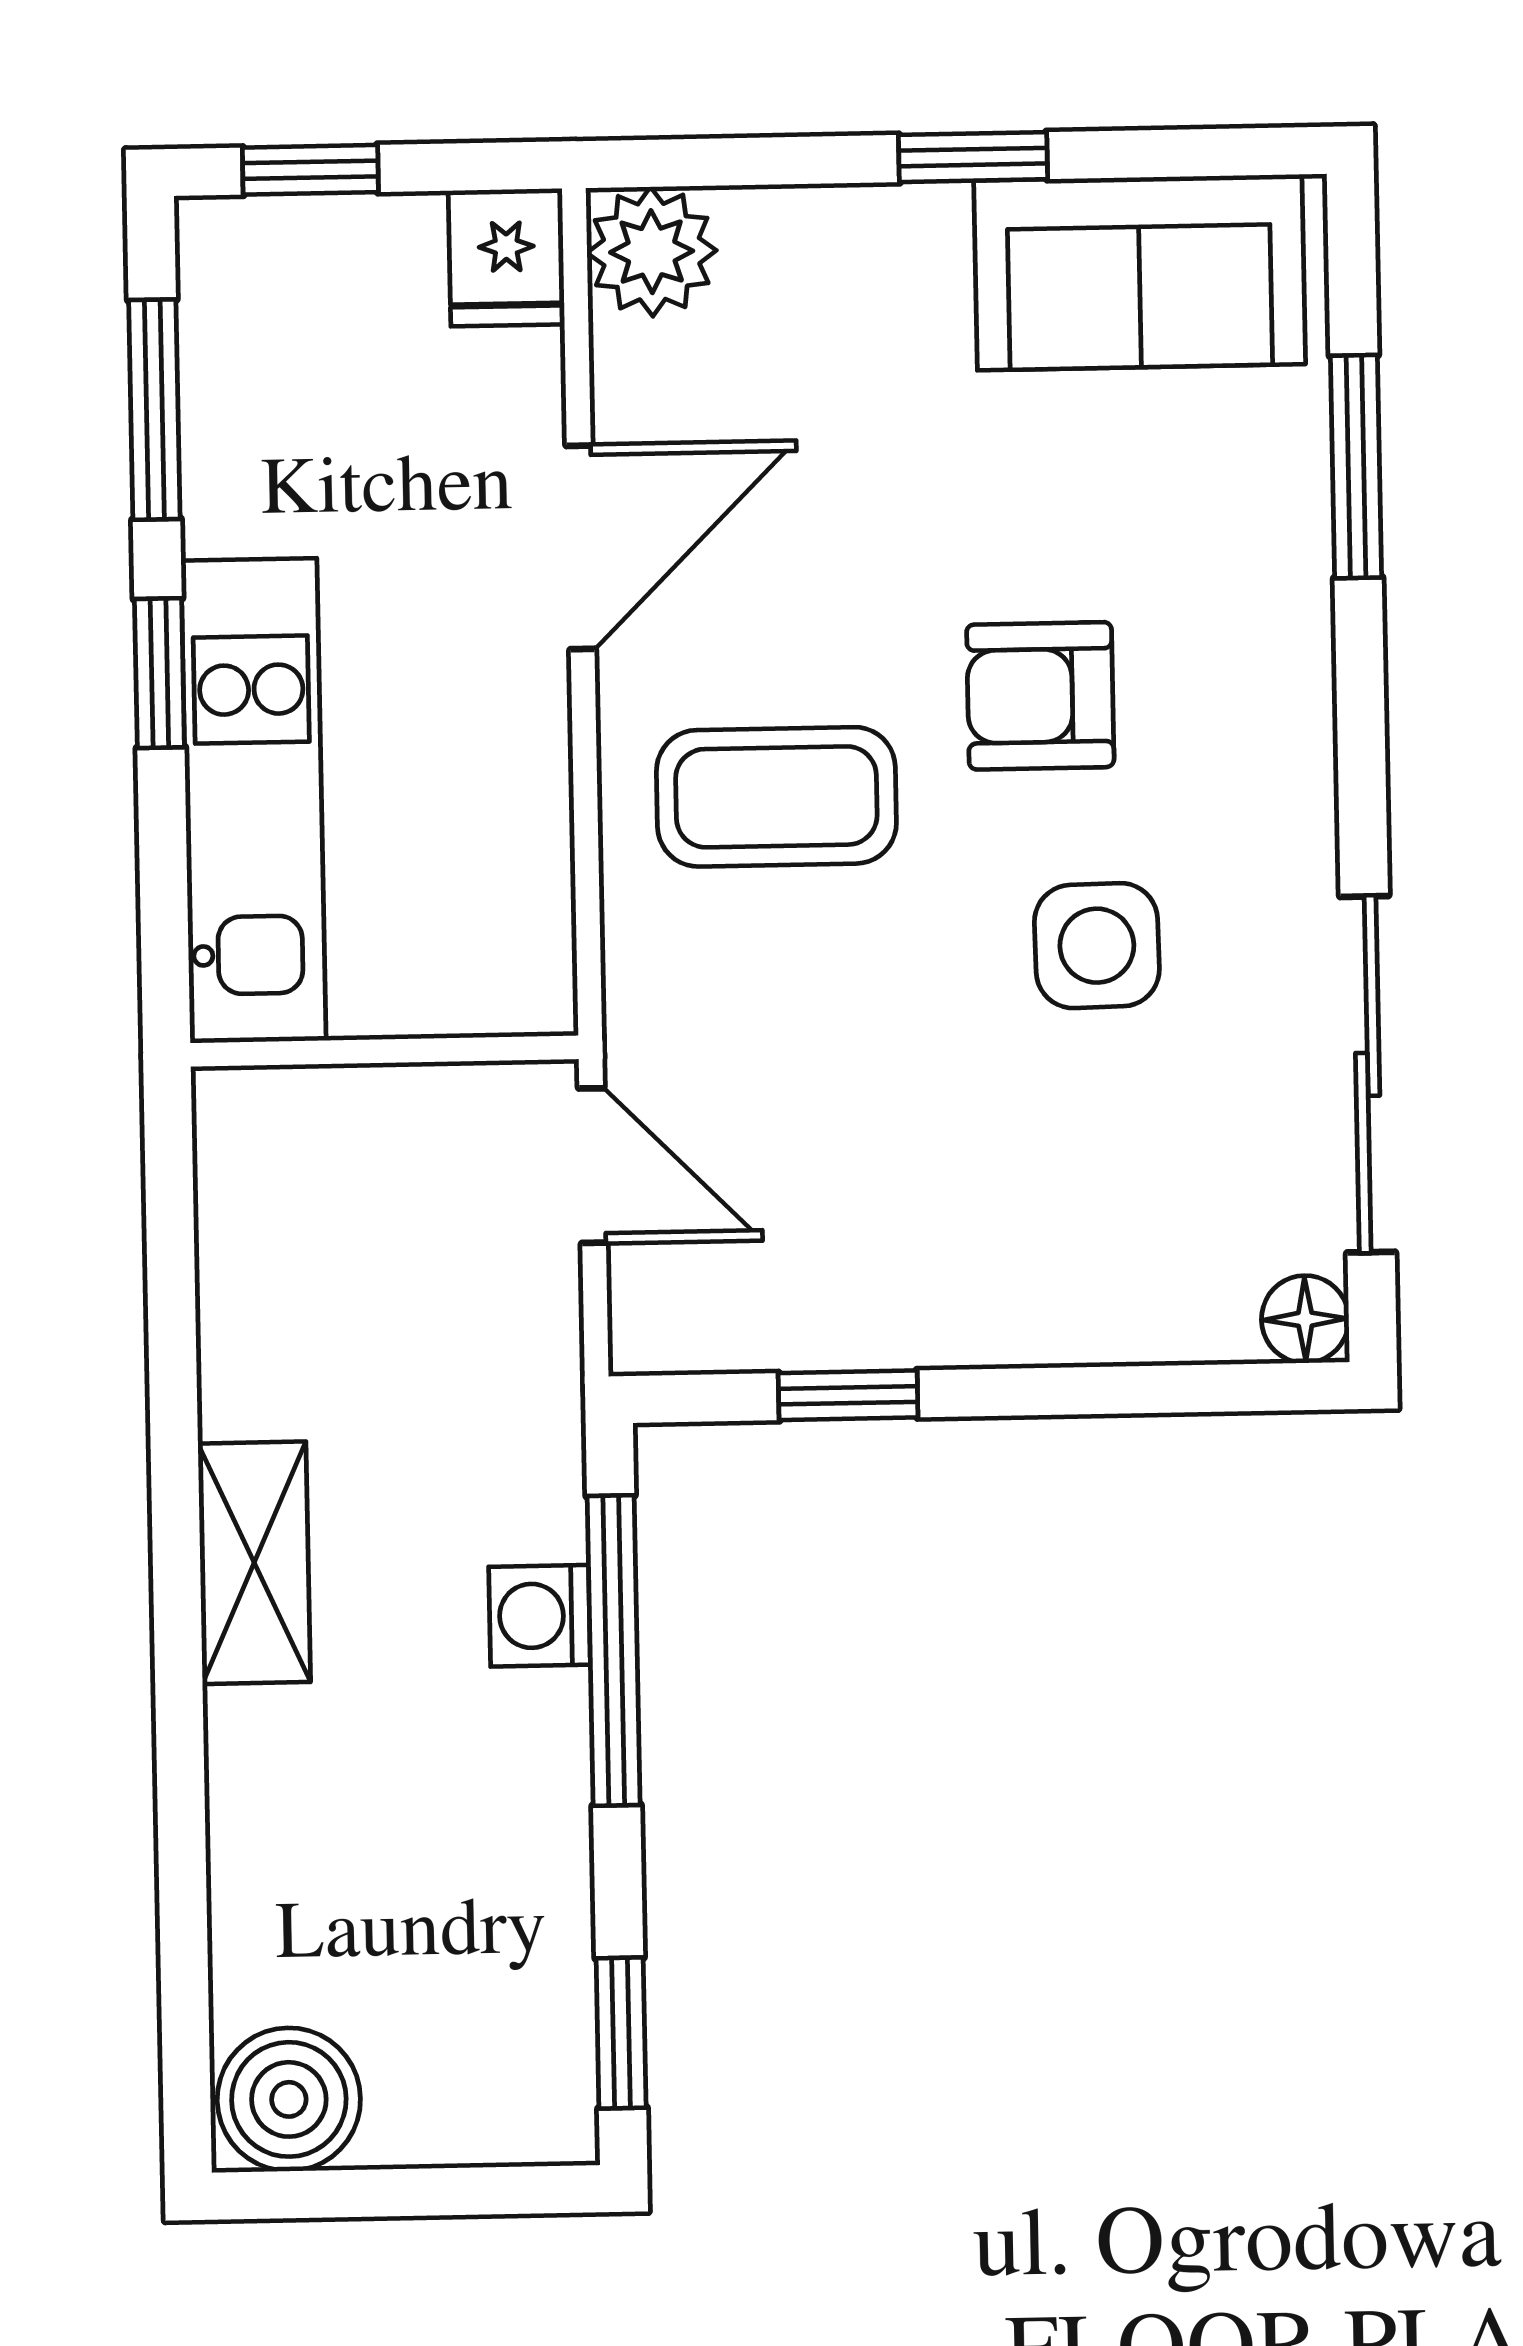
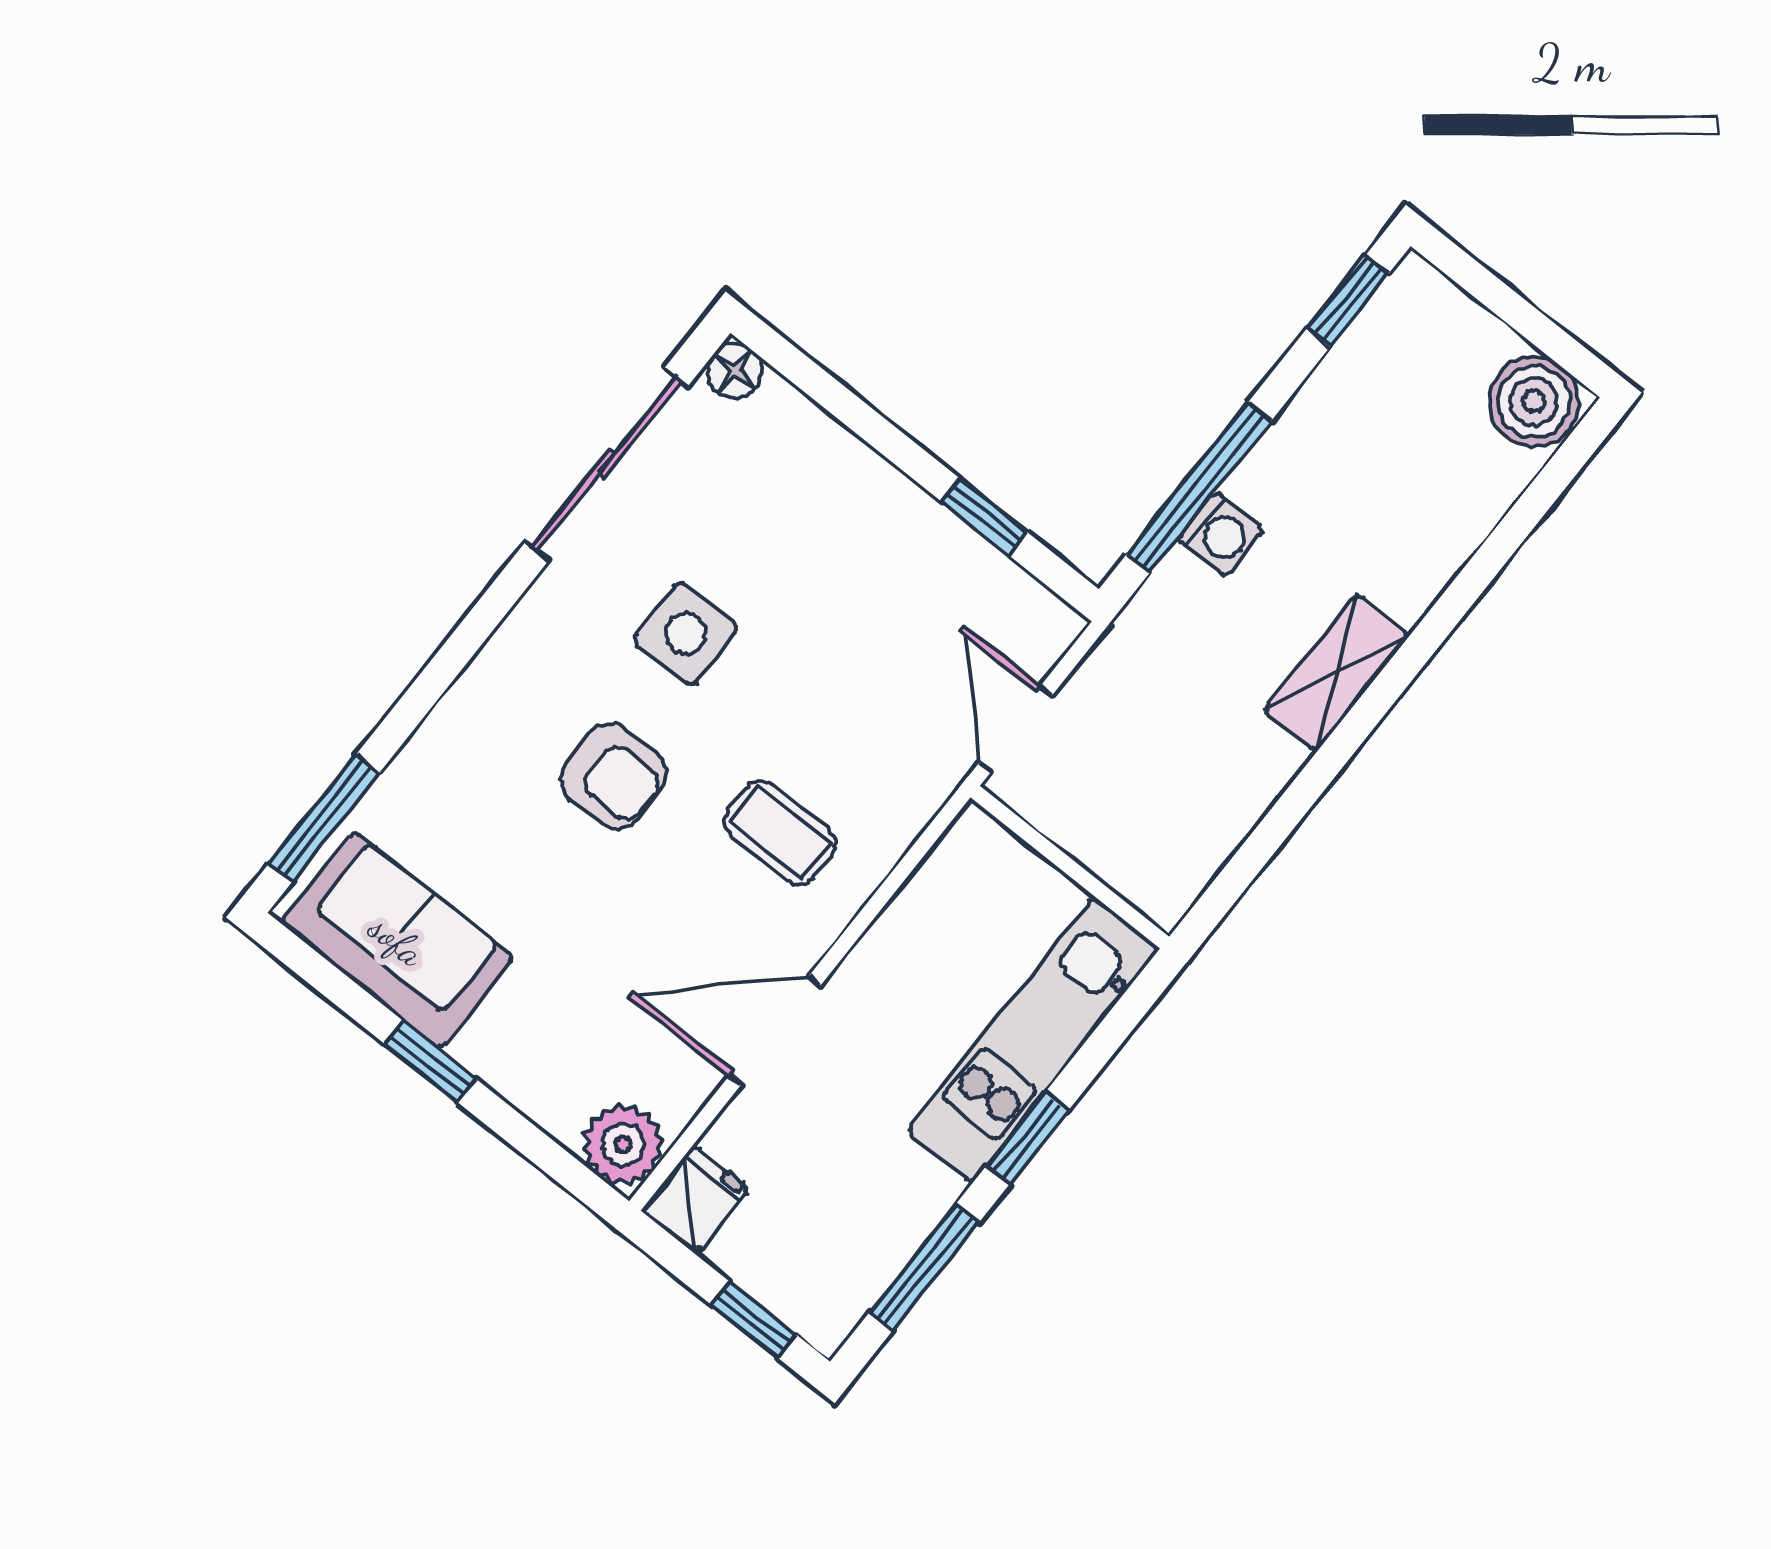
window: (1356, 467) -> (324, 818), moved
coffee table: (776, 797) -> (780, 833), width x0.73, depth x0.77

